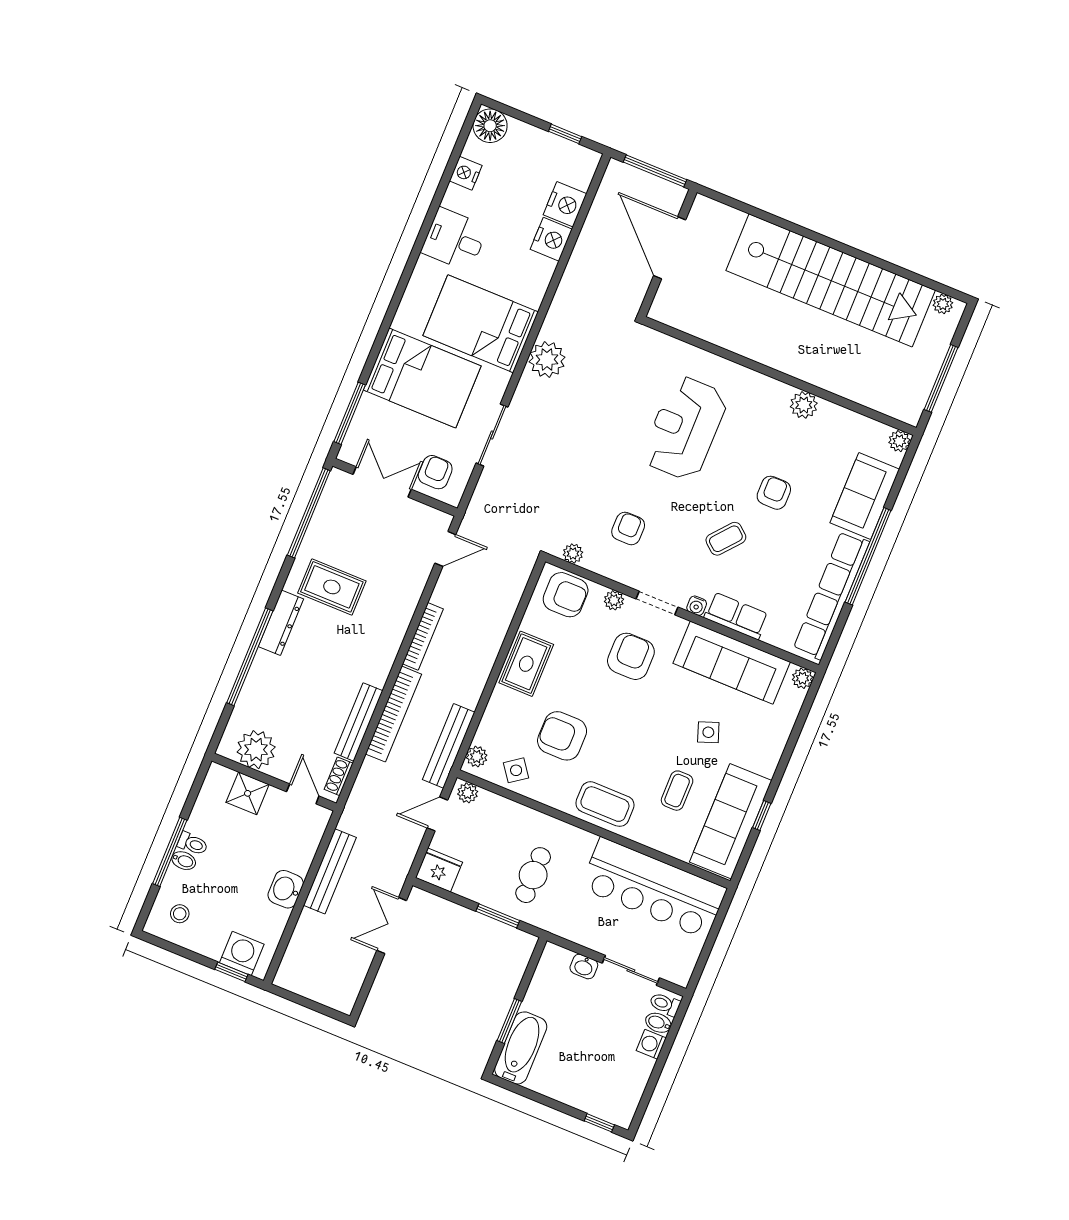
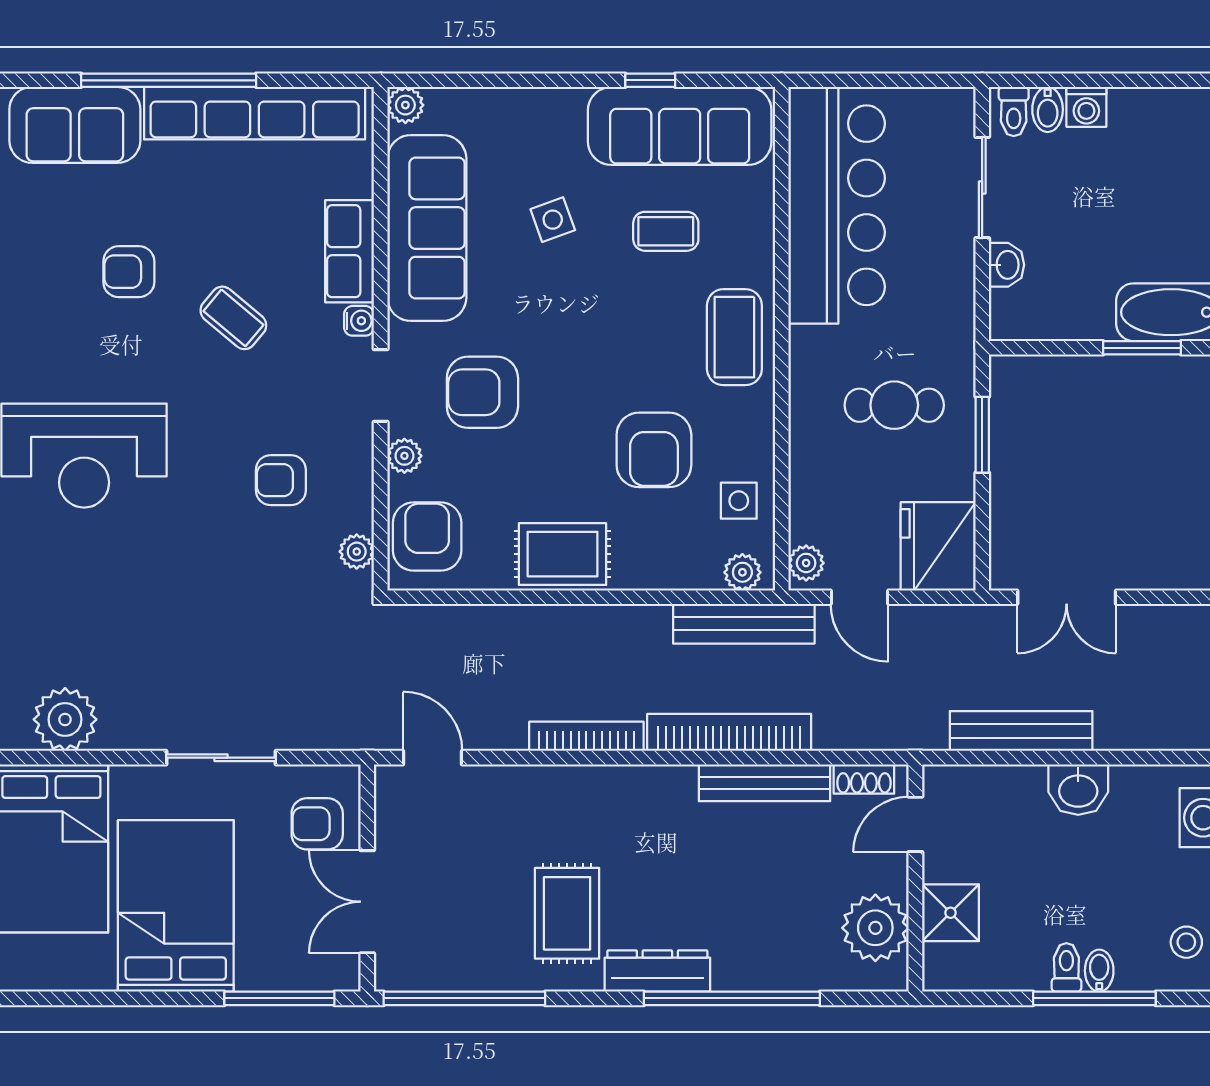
side table: (516, 770) -> (739, 501), turned 36
fridge: (439, 870) -> (938, 546), width x1.36, depth x1.34

